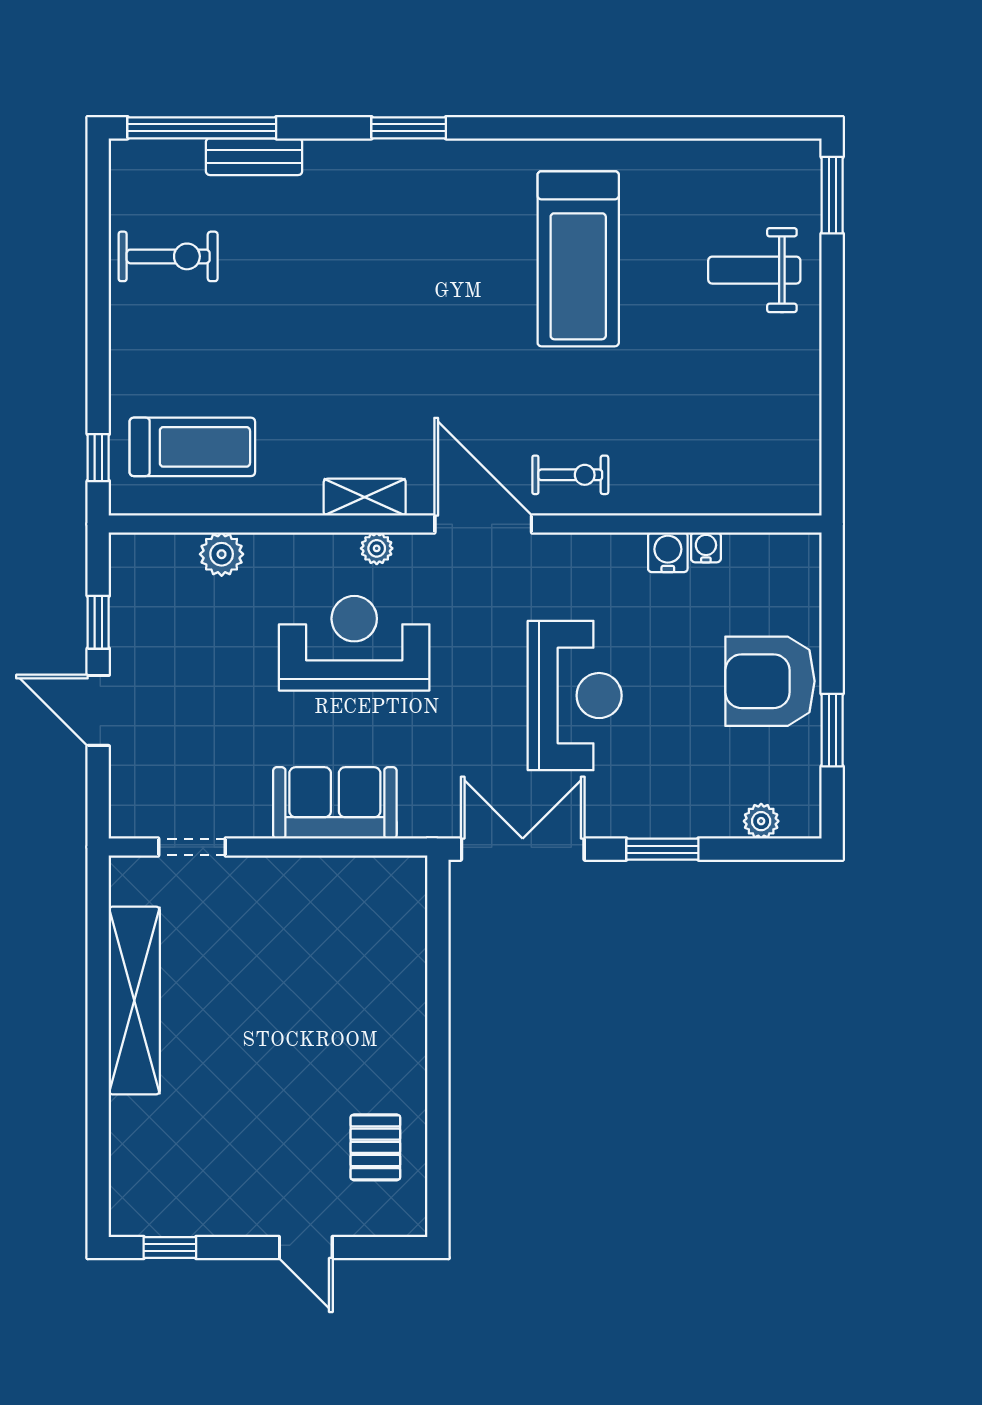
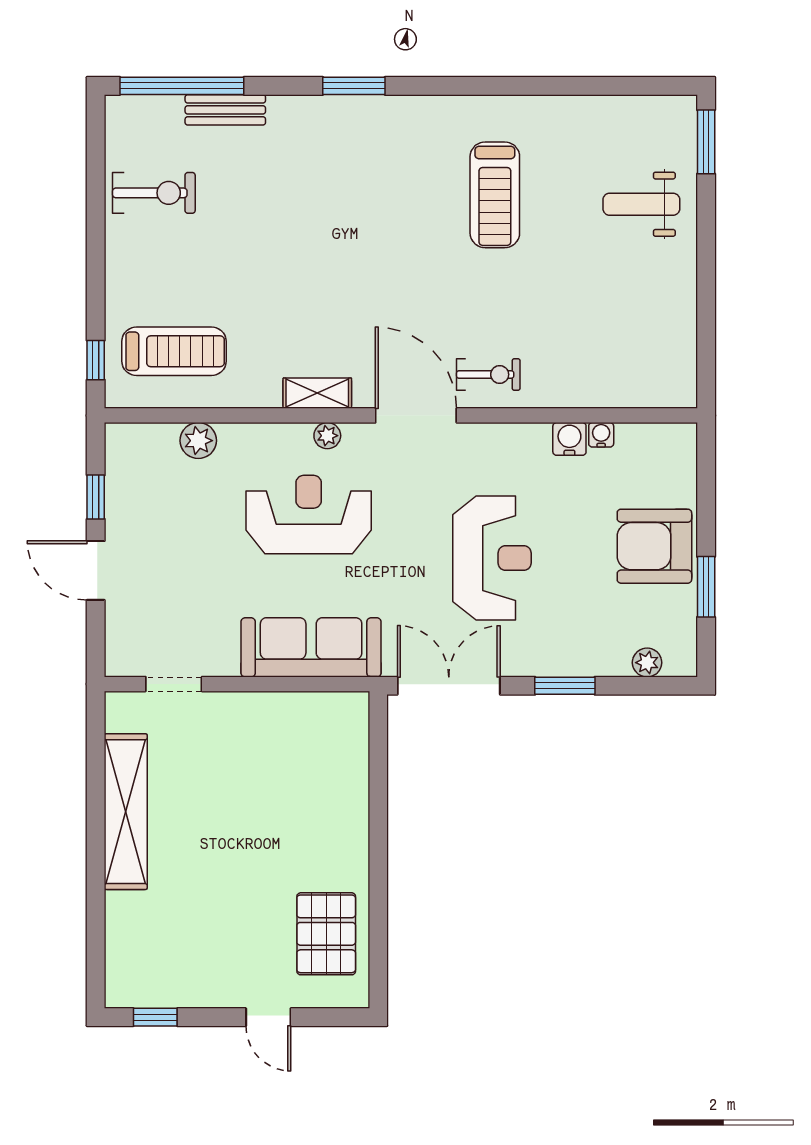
treadmill: (578, 259) -> (495, 195), width x0.73, depth x0.73
sofa: (335, 803) -> (311, 647), width x1.36
pallet: (375, 1147) -> (326, 934), width x1.50, depth x1.42

